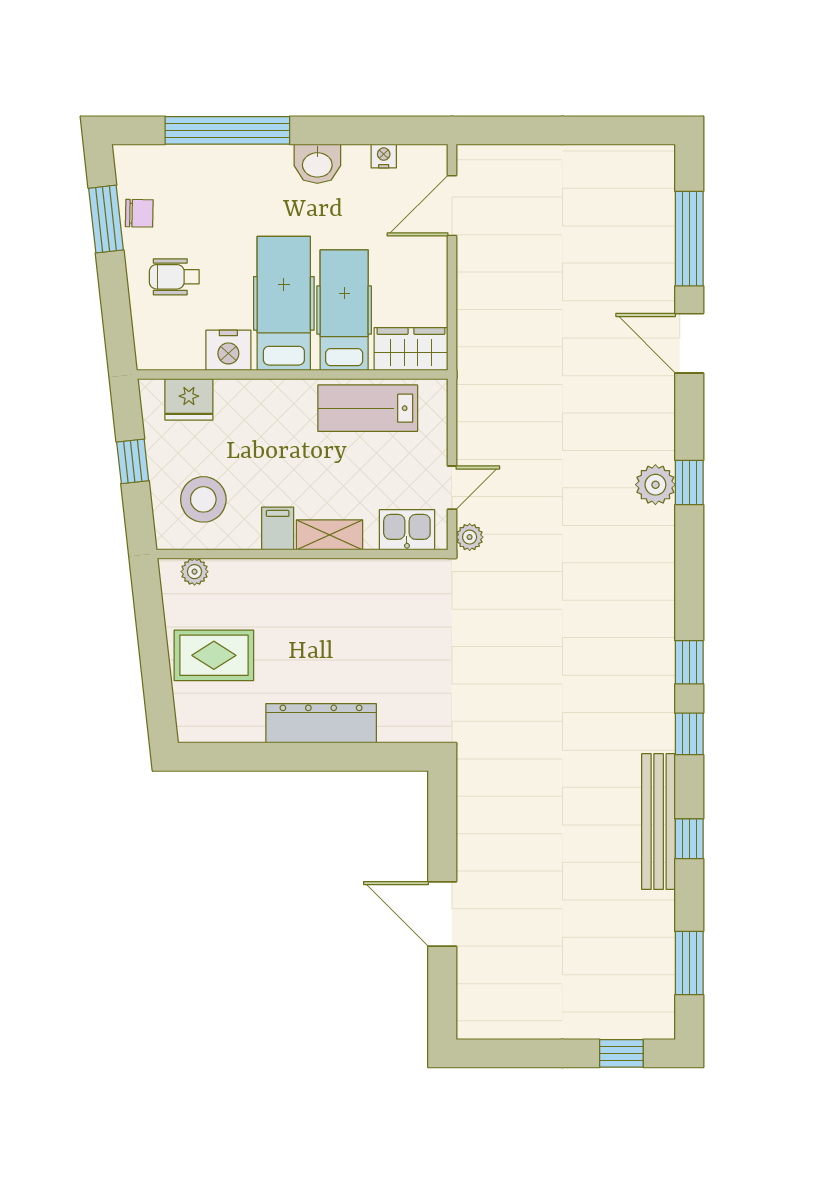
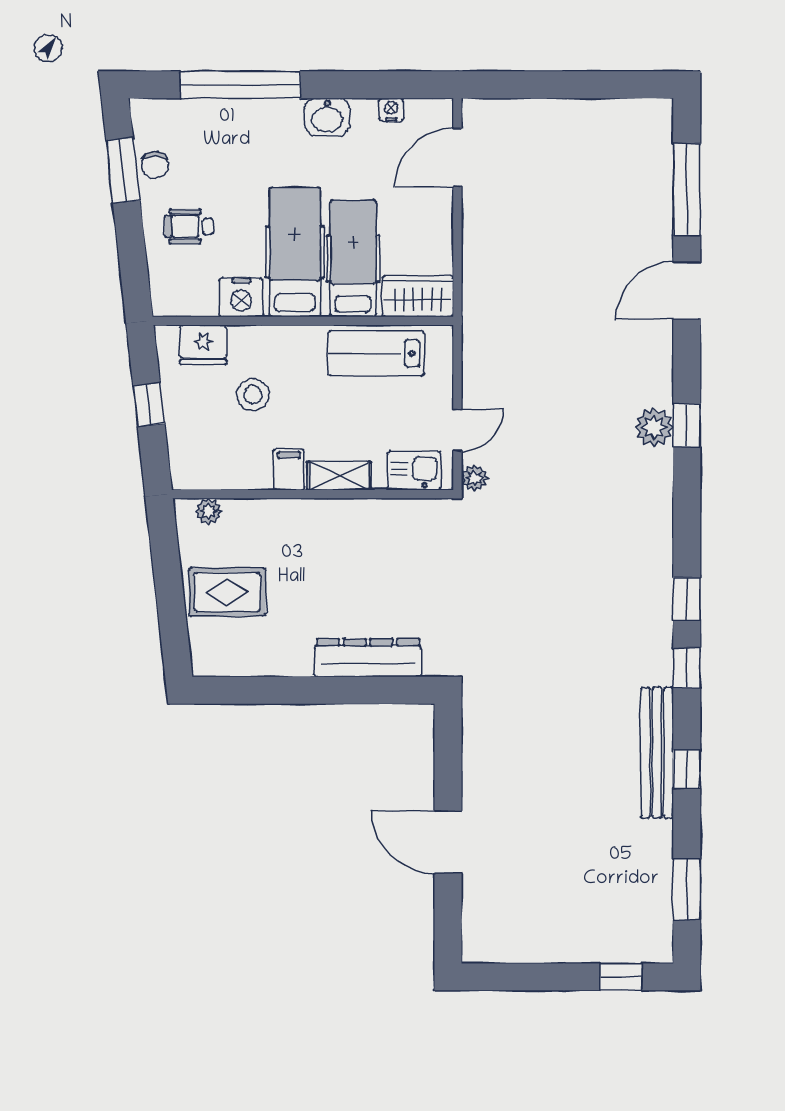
chair: (139, 213) -> (155, 165), turned 89
door: (689, 343) -> (687, 291), hinge flipped
stool: (203, 499) -> (253, 395), moved, width x0.73, depth x0.73
dresser: (321, 723) -> (368, 658), moved

